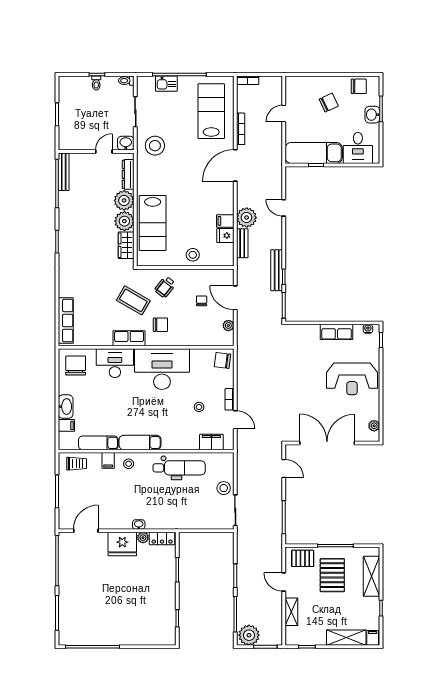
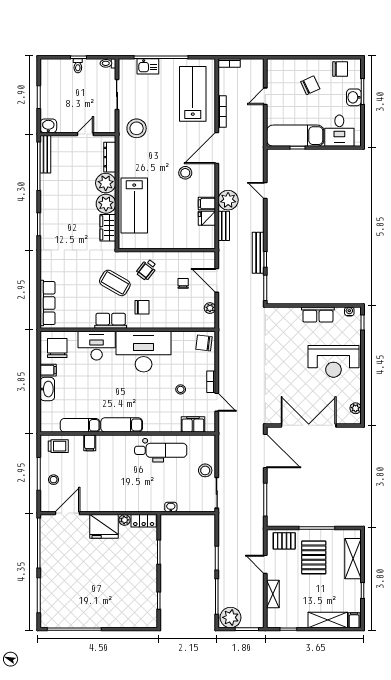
washbasin: (126, 143) -> (48, 126), moved
stool: (193, 255) -> (185, 173), moved
filing cabinet: (66, 425) -> (48, 370), moved
stool: (129, 464) -> (54, 480), moved
door: (284, 469) -> (265, 451), width x1.87
washbasin: (139, 525) -> (171, 507), moved

